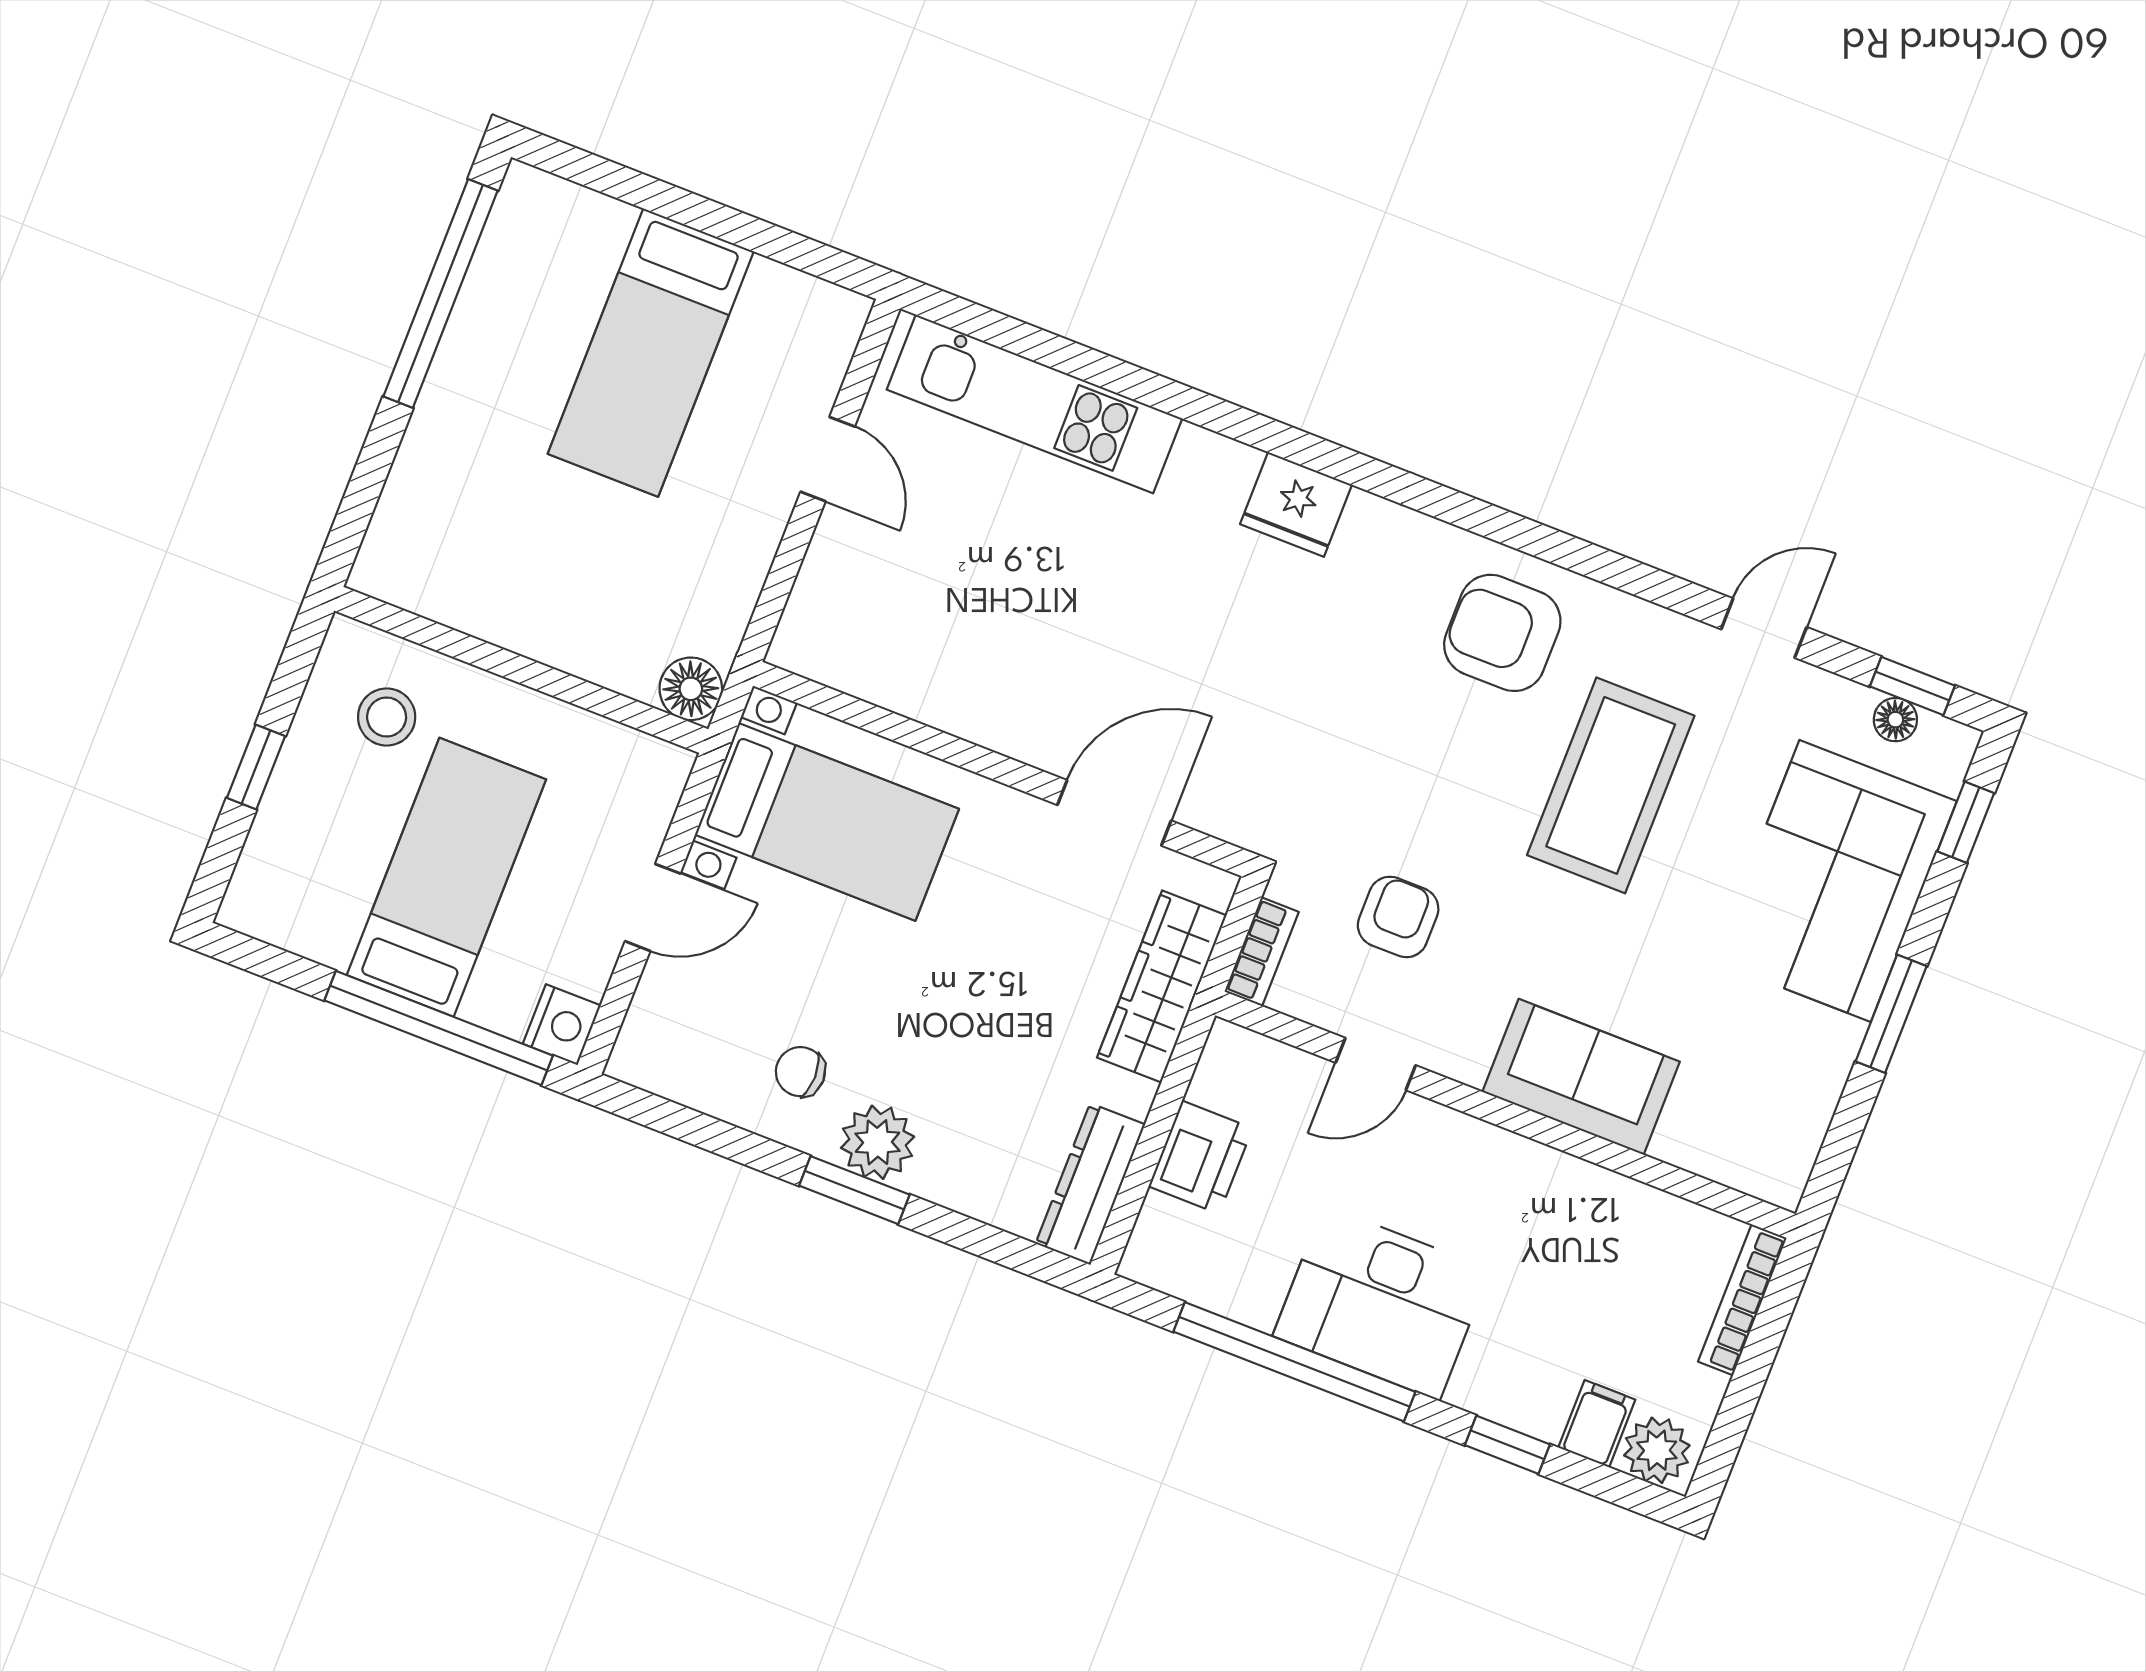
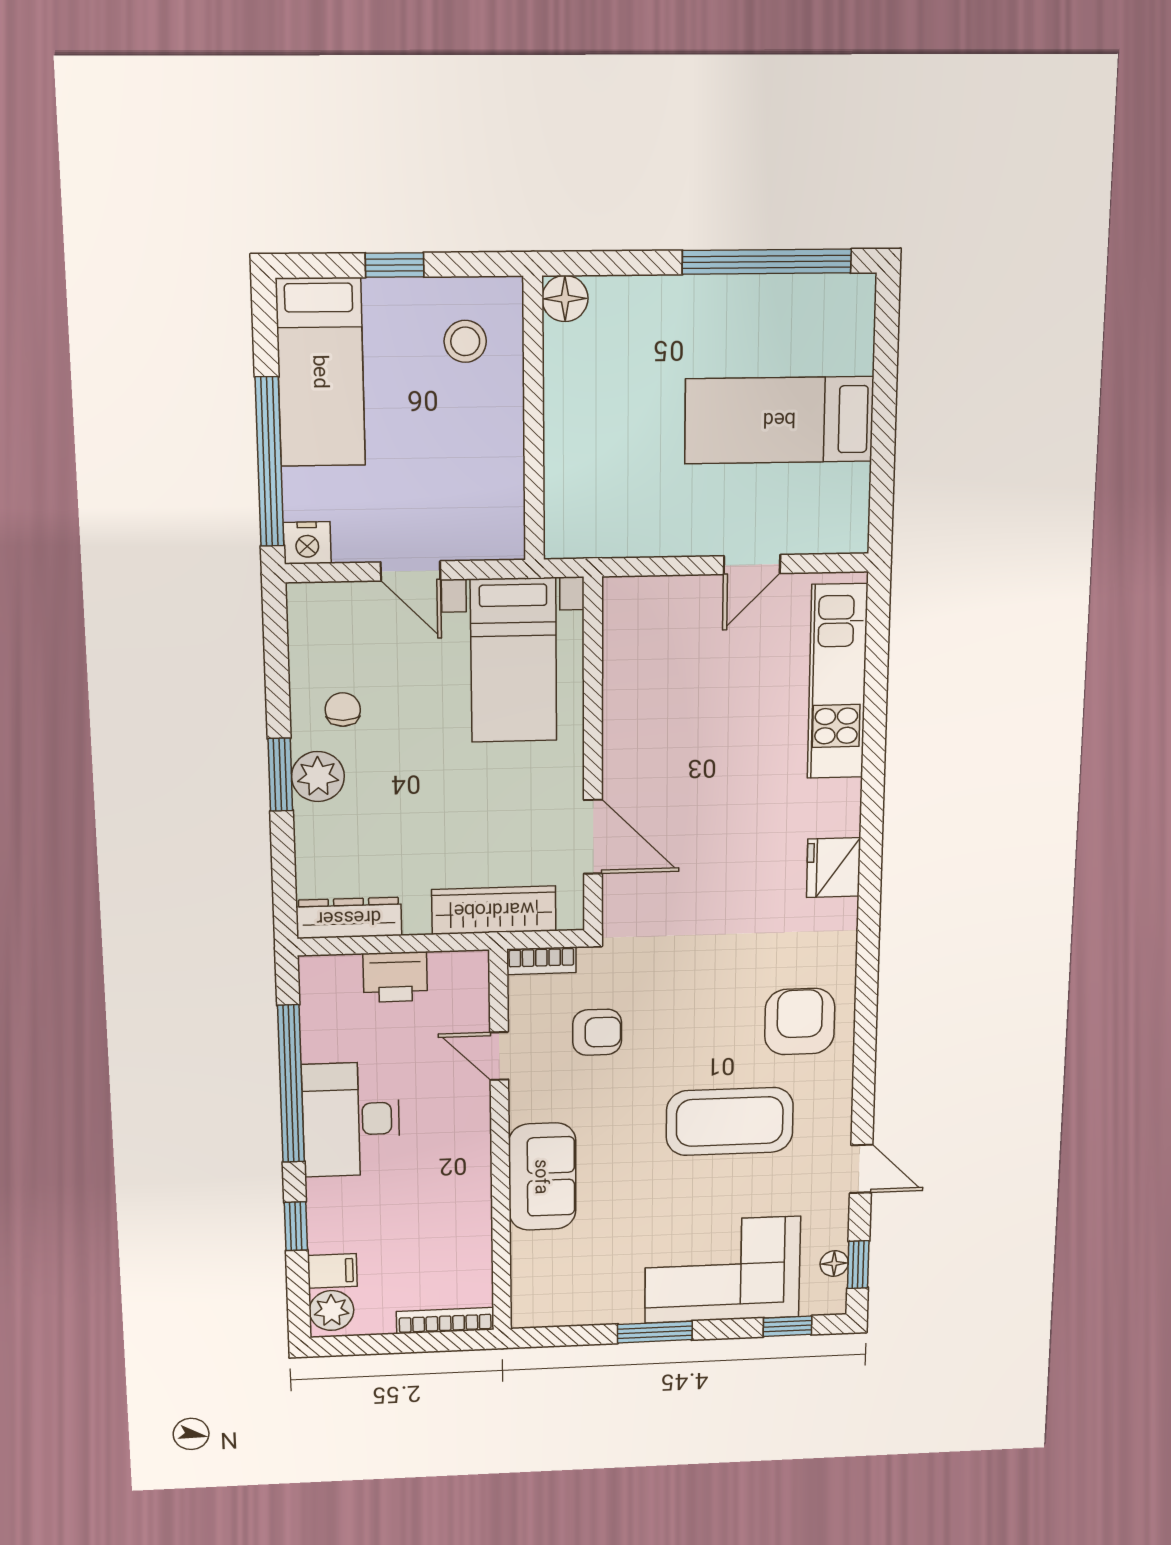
floor lamp: (691, 689) -> (565, 299), moved
bed: (446, 877) -> (321, 372), moved, turned 90

